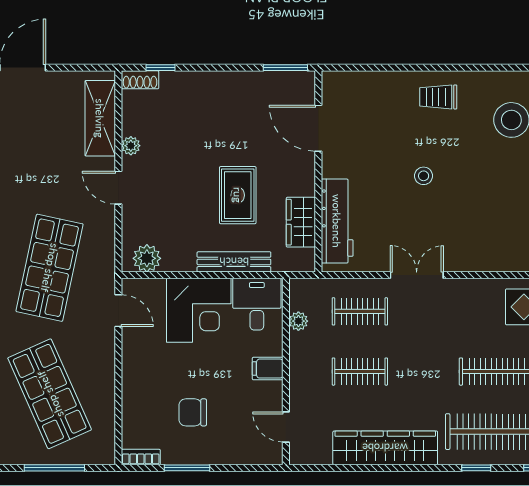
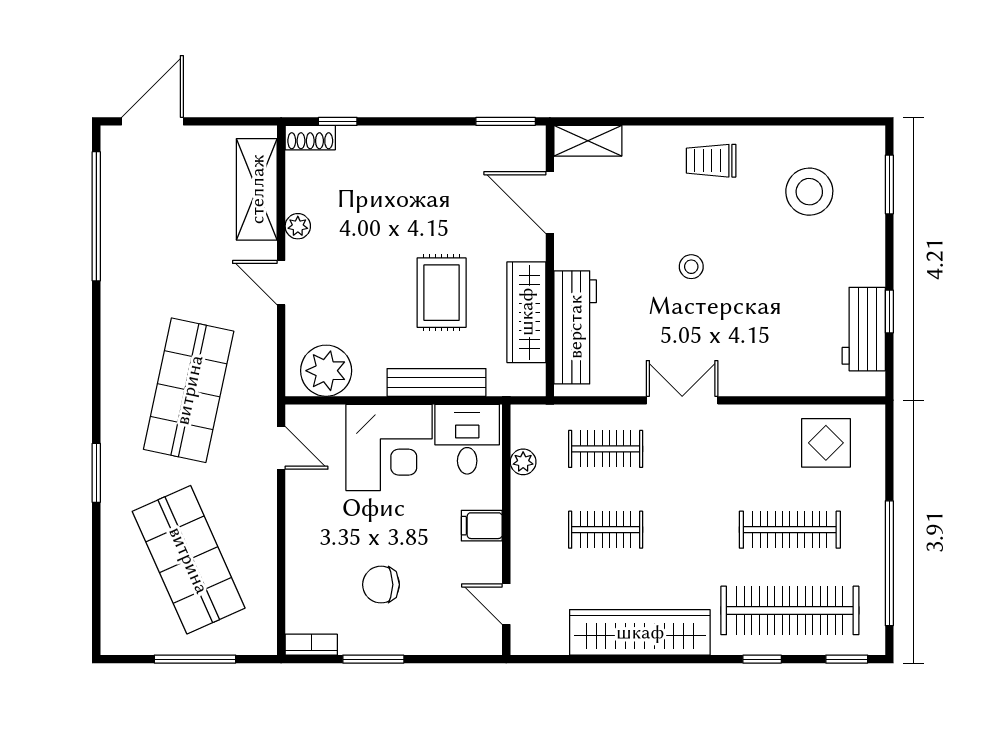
shelving: (347, 82) -> (588, 141), added
wardrobe: (301, 222) -> (526, 312), width x1.50
plant: (147, 258) -> (326, 371), width x1.36, depth x1.36

